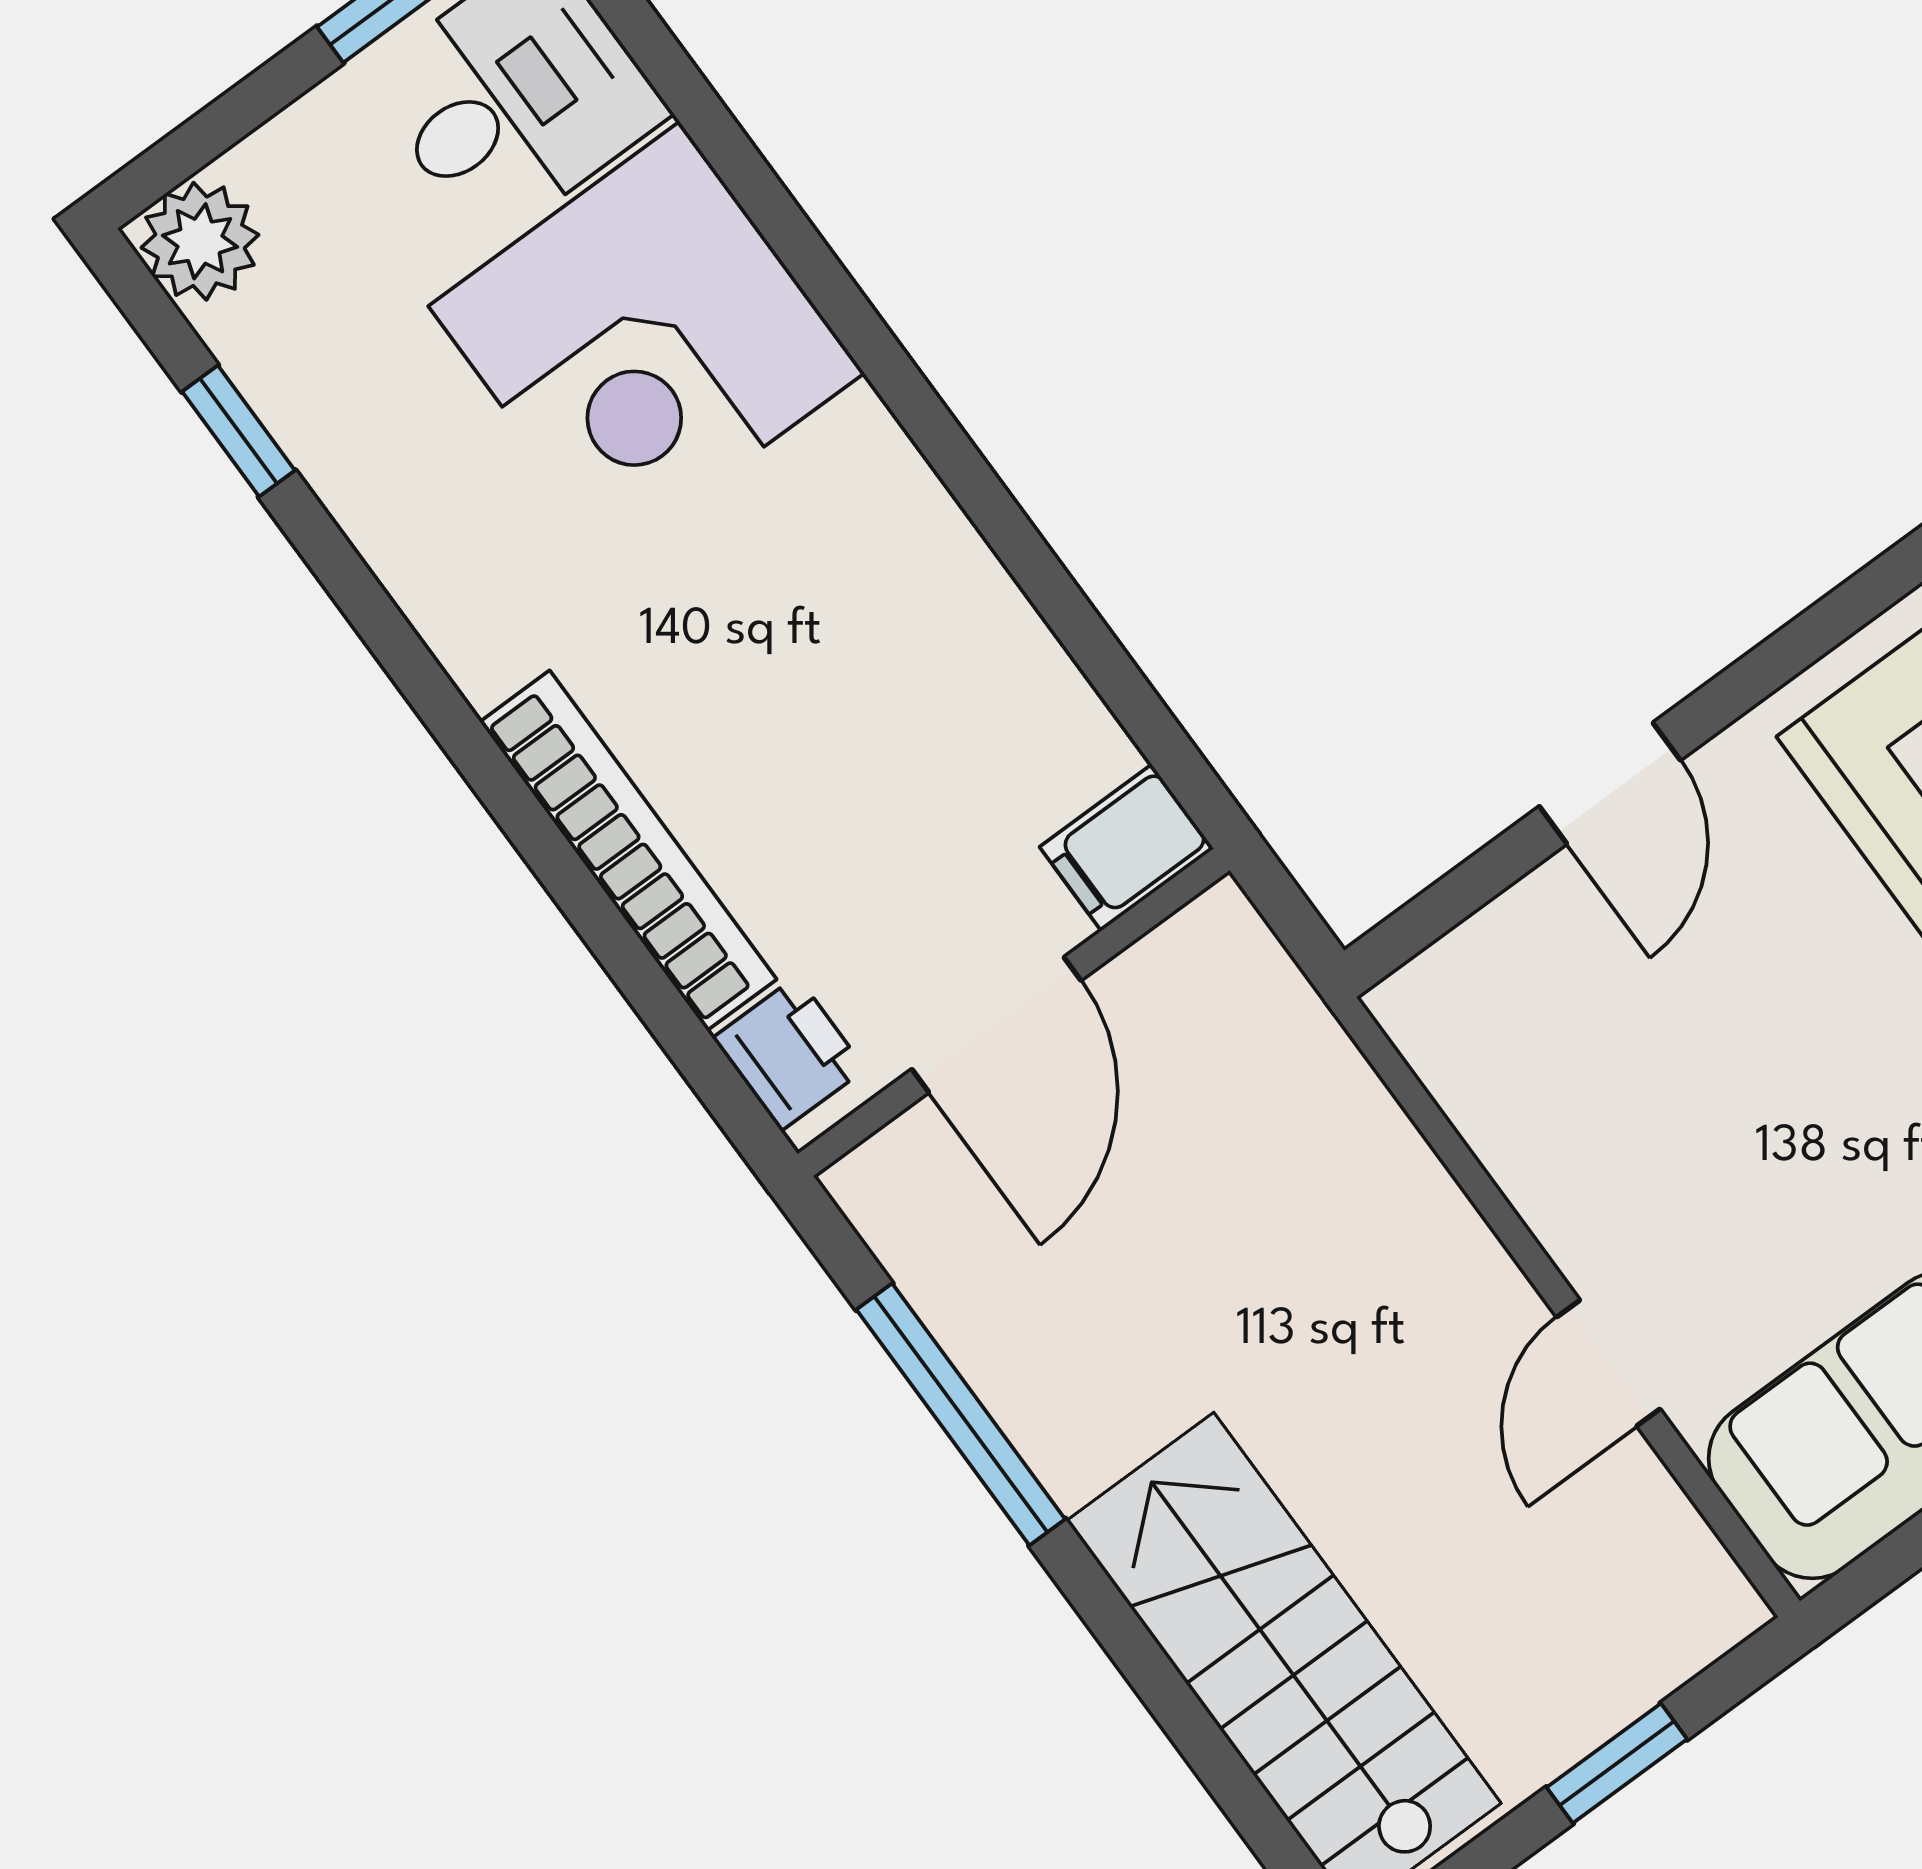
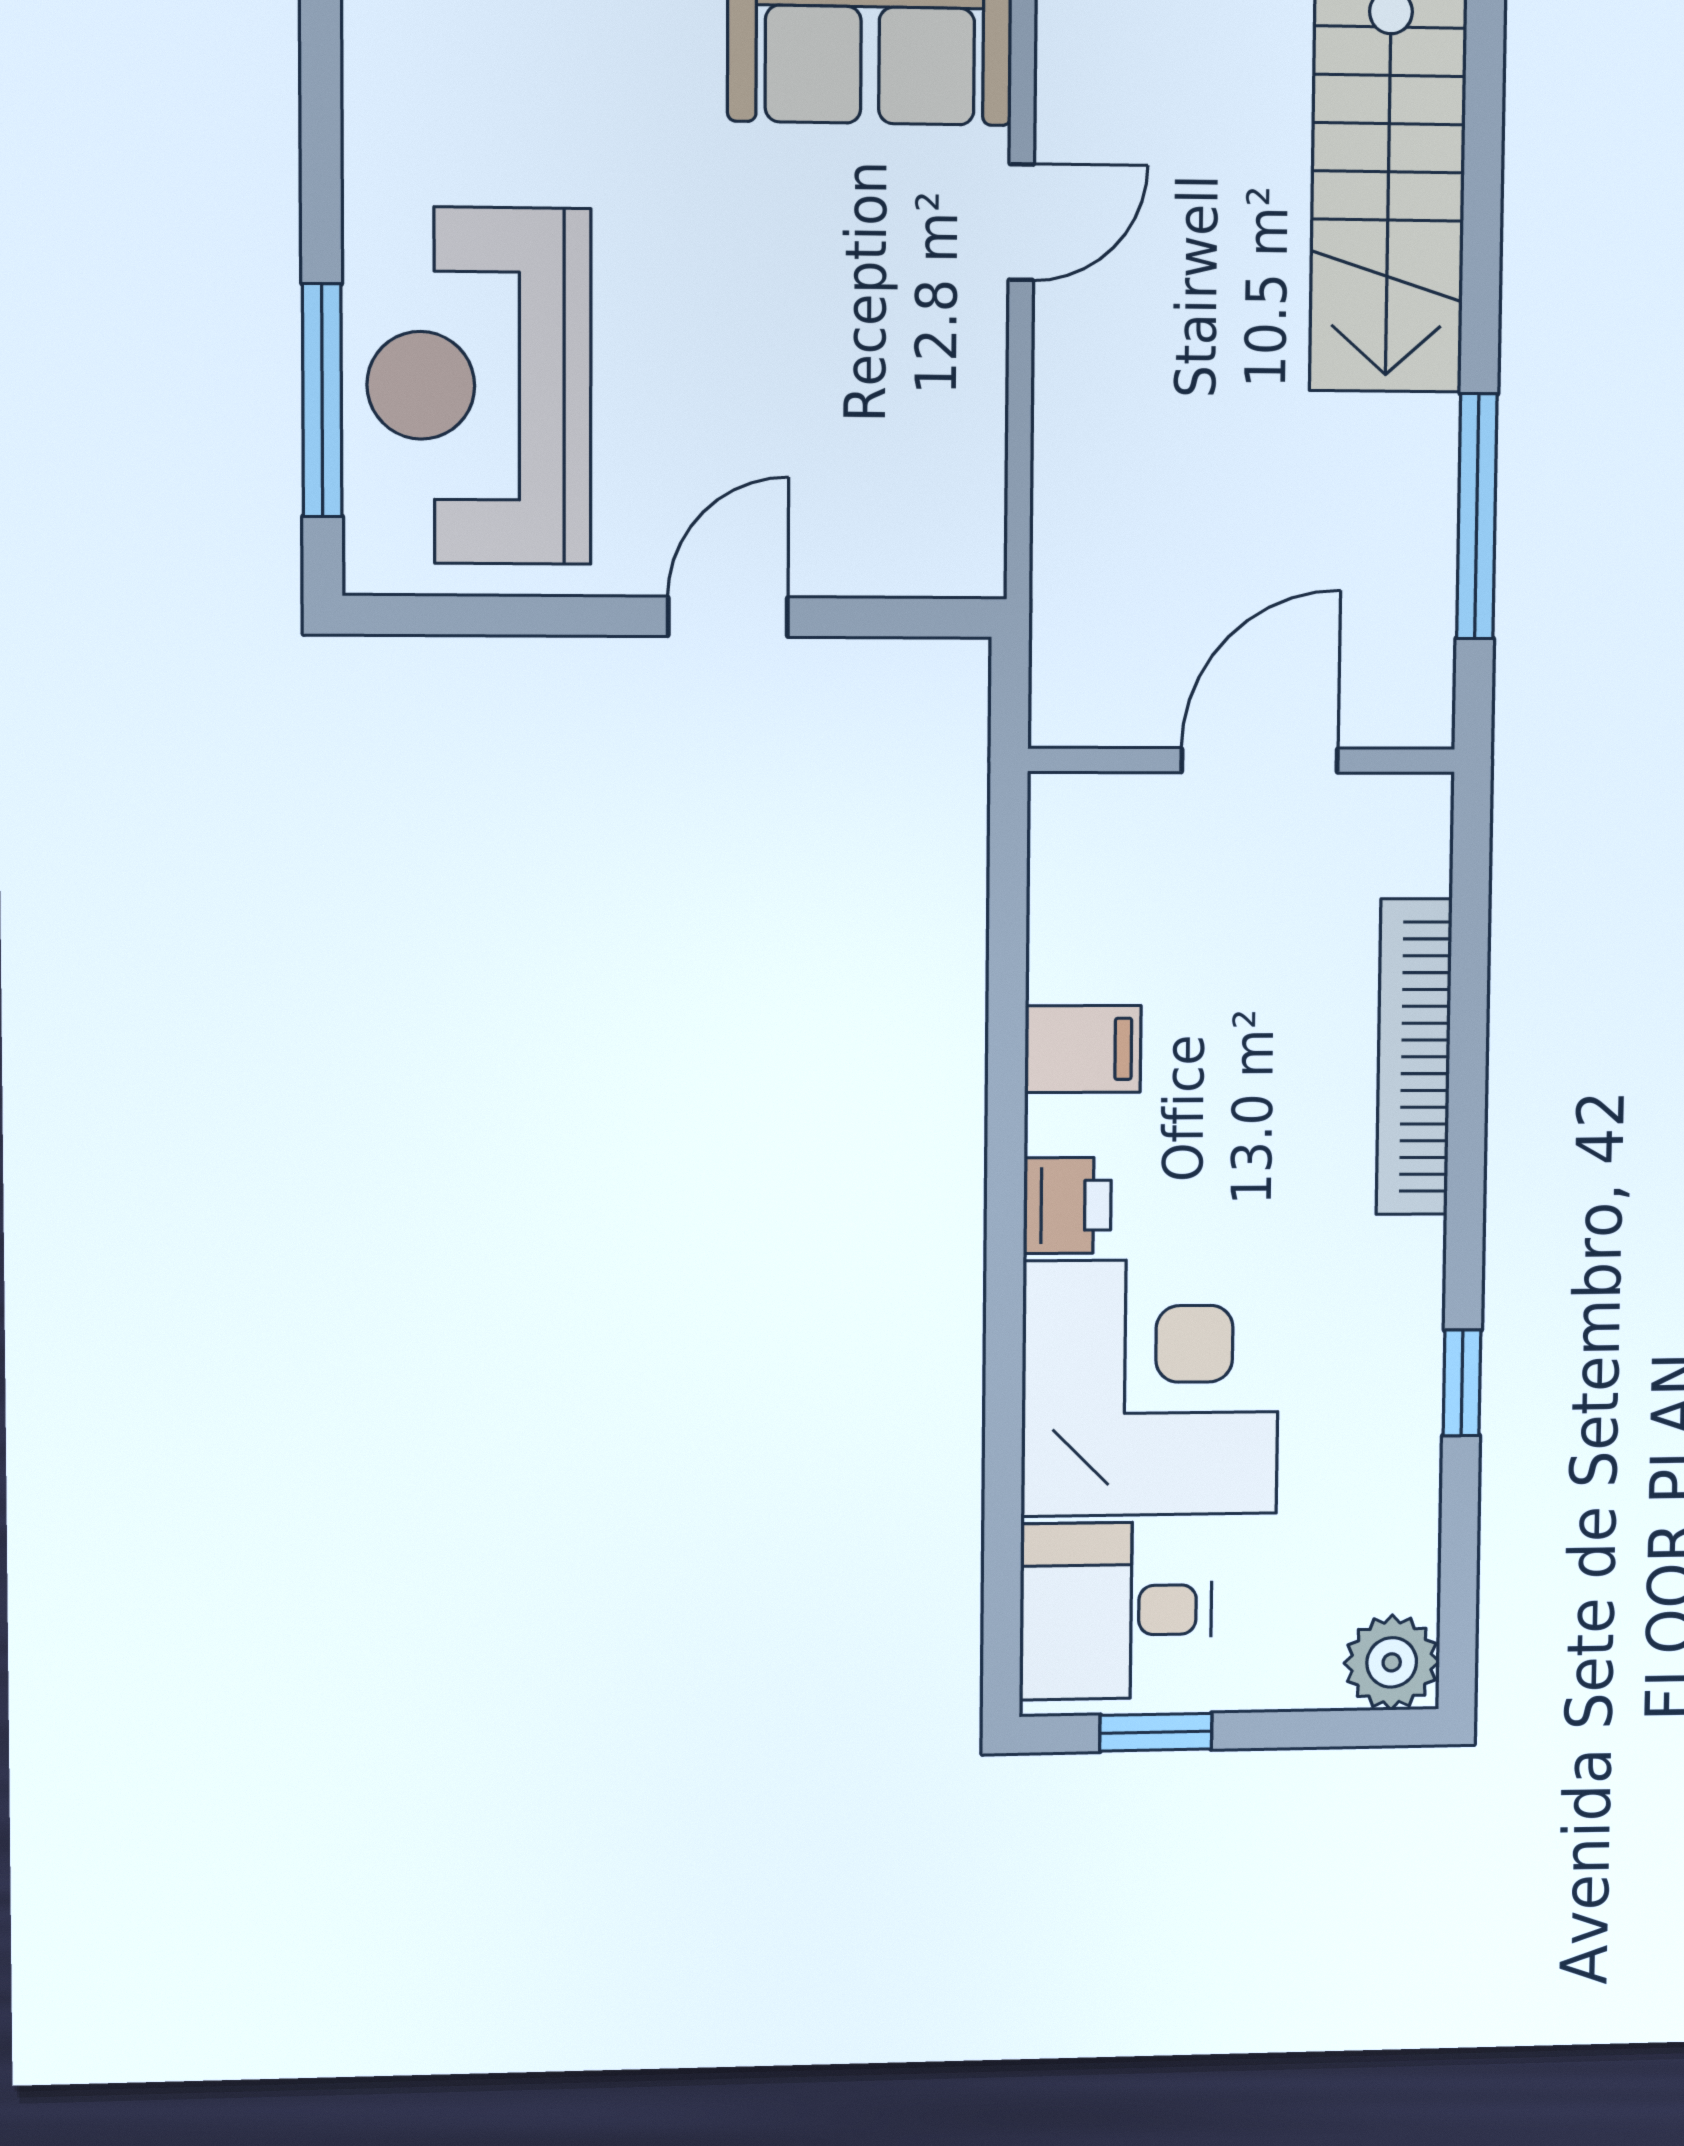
window: (238, 431) -> (1462, 1383), moved
filing cabinet: (1127, 848) -> (1083, 1049), moved
printer: (789, 1054) -> (1067, 1205), moved, turned 180

